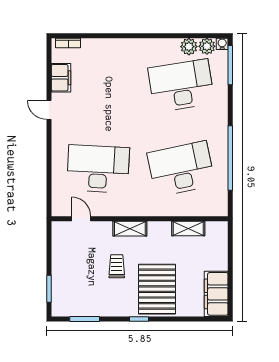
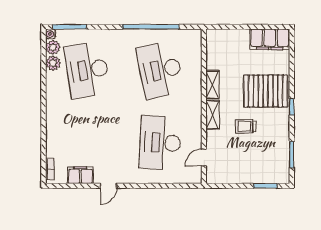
shelving: (188, 228) -> (212, 85), moved

